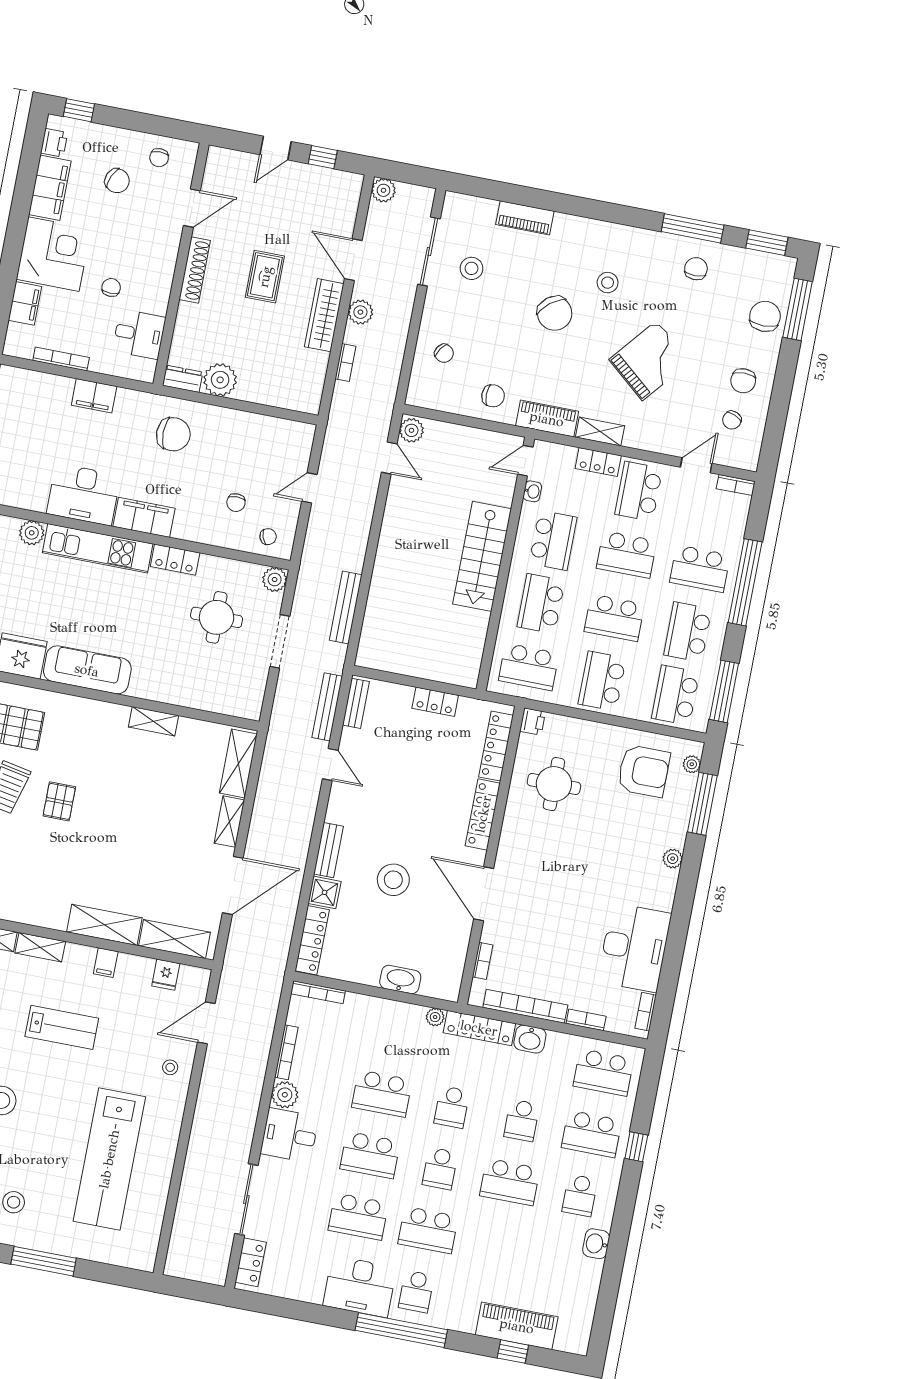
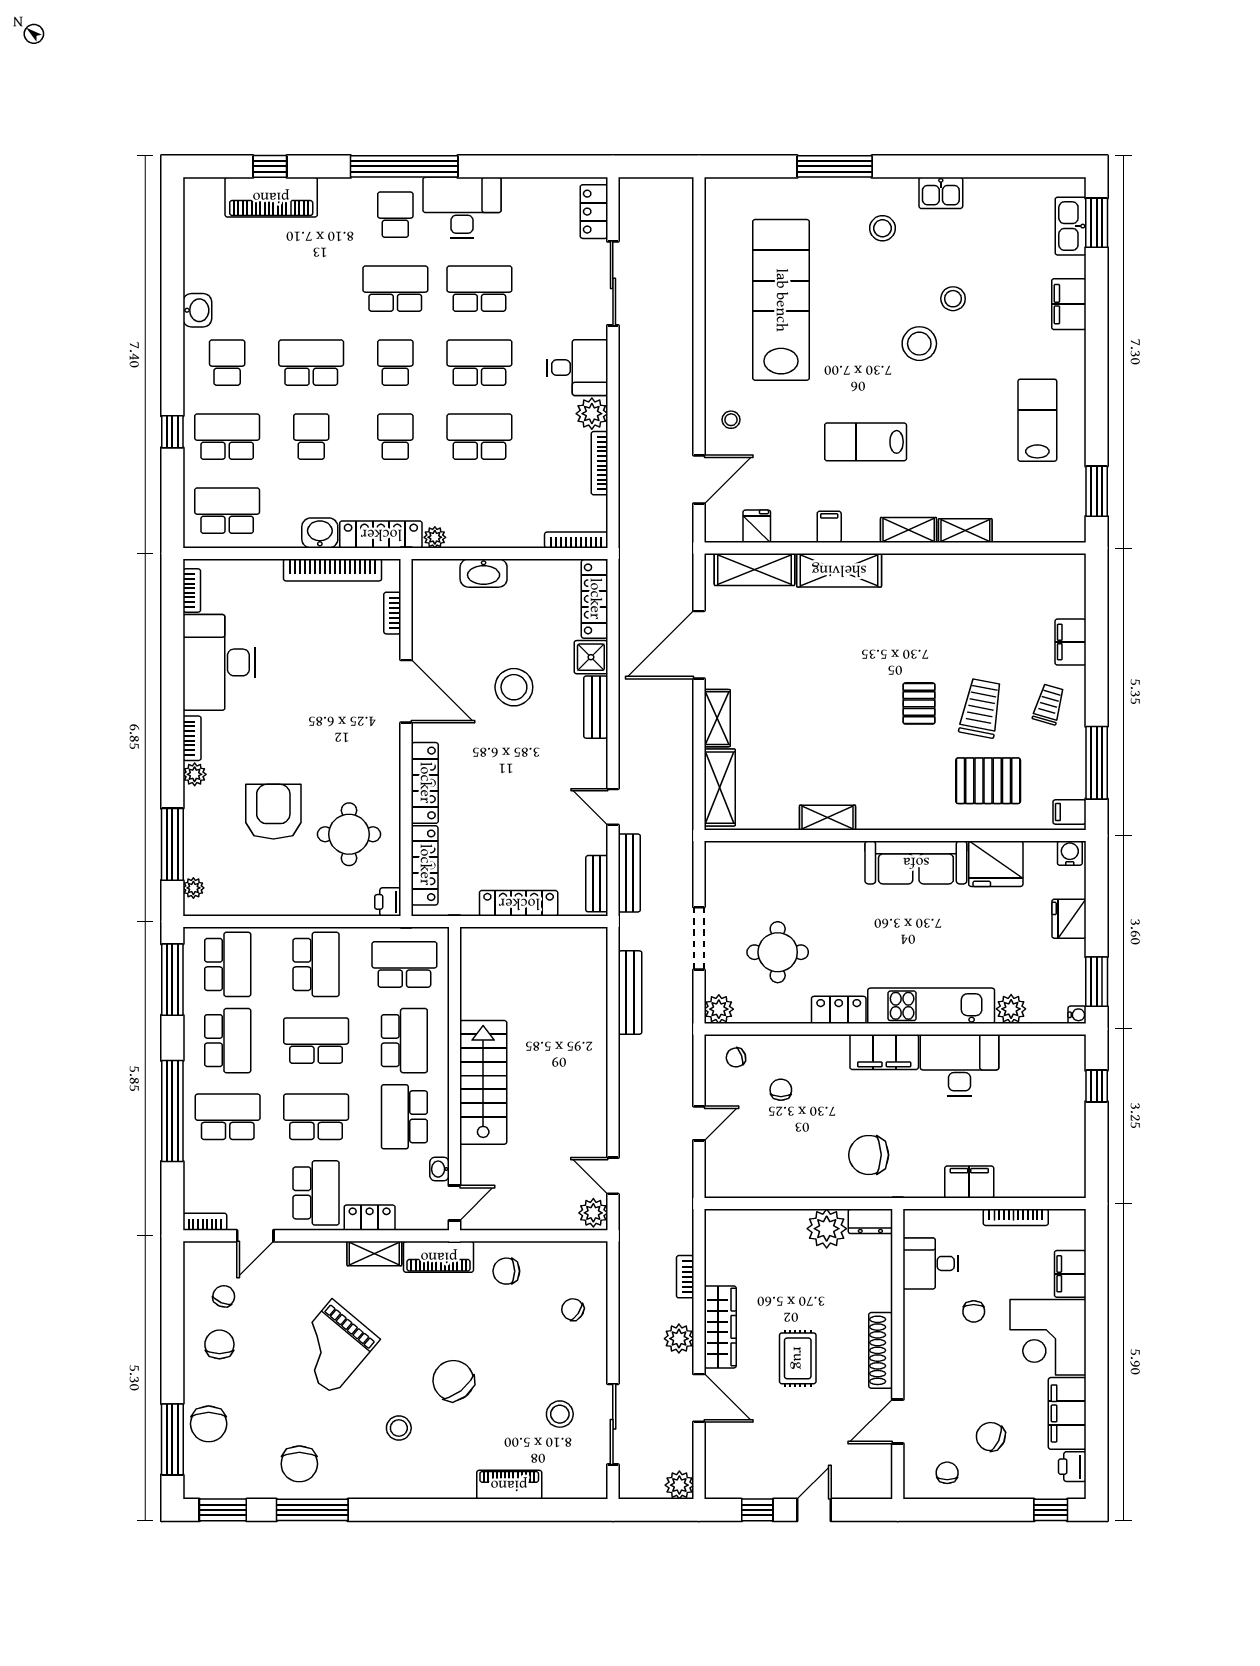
chair: (696, 269) -> (299, 1464), width x1.37, depth x1.37
locker: (435, 702) -> (519, 903), width x1.53
armchair: (644, 771) -> (273, 812), moved, turned 90
bookcase: (586, 1020) -> (192, 738), moved, turned -90

